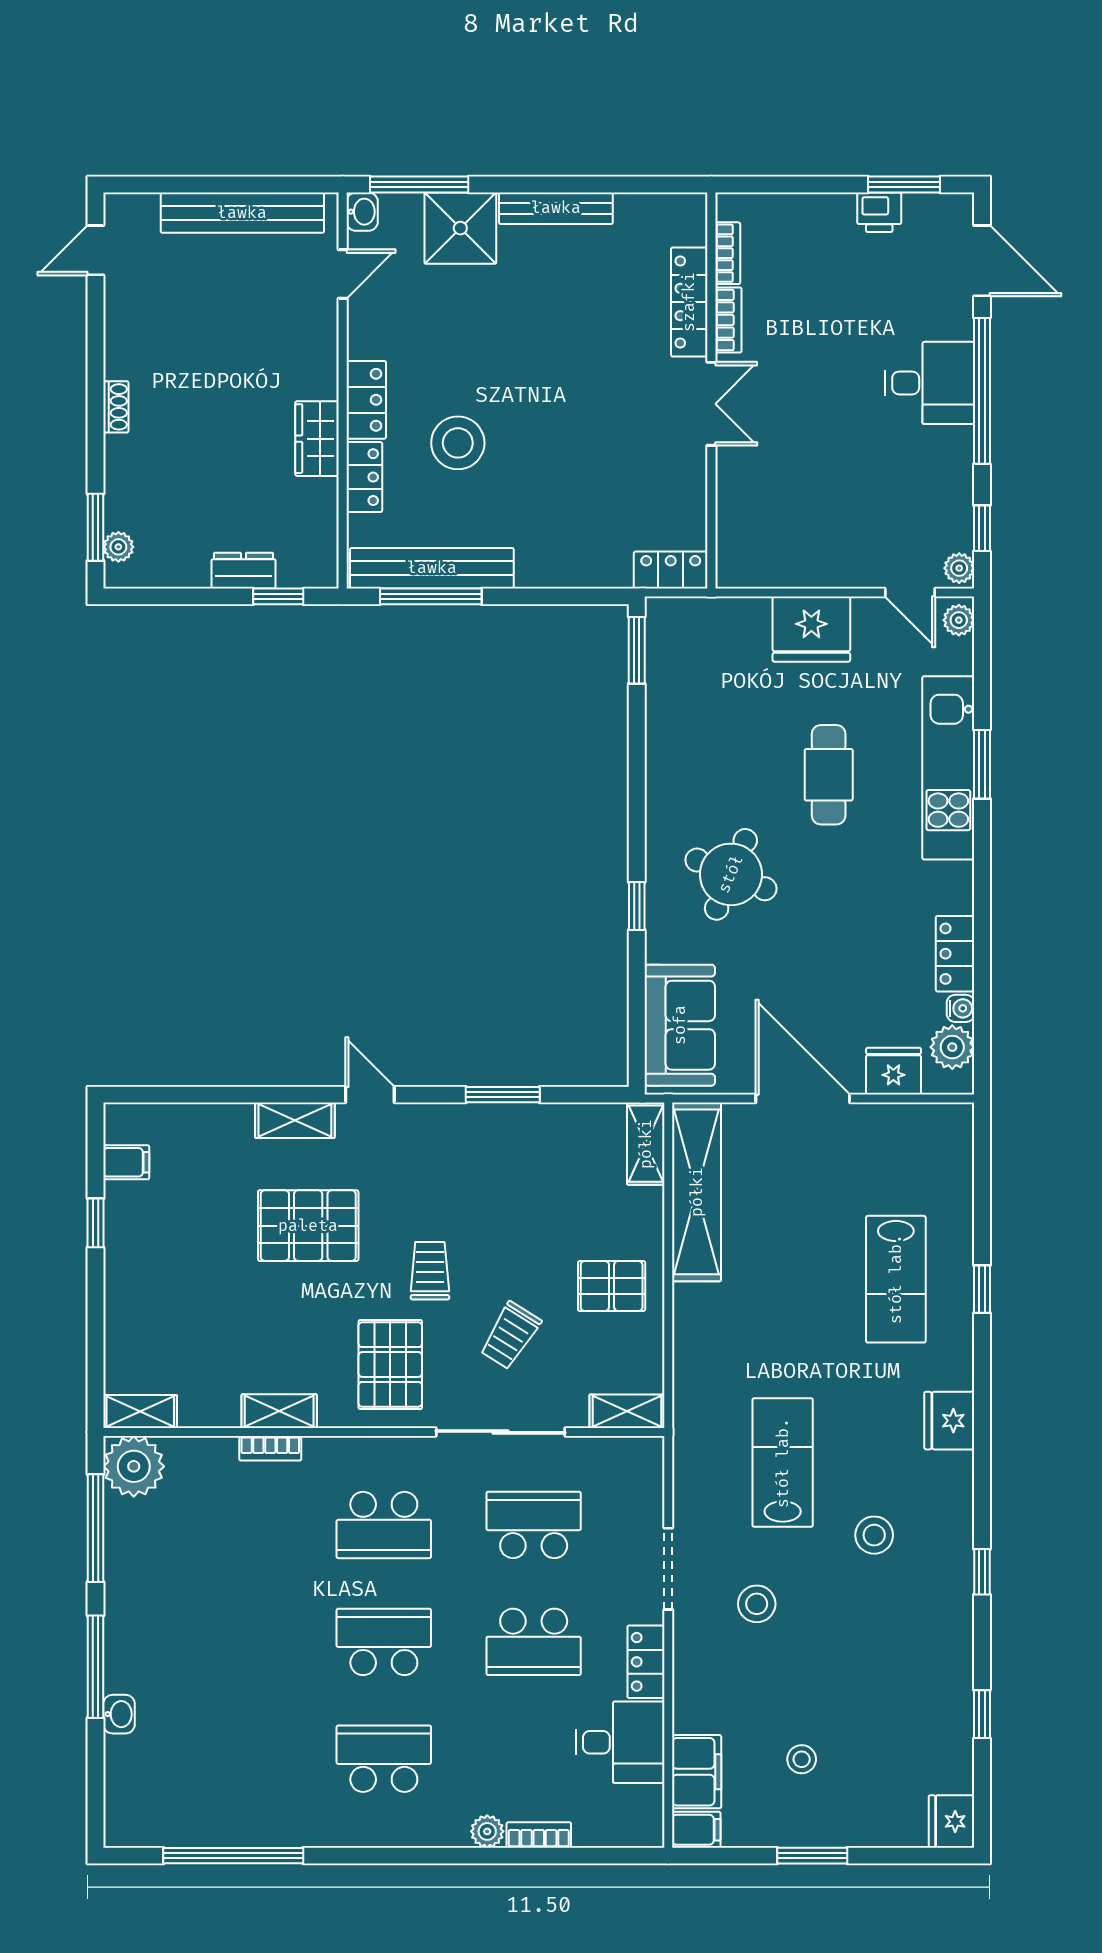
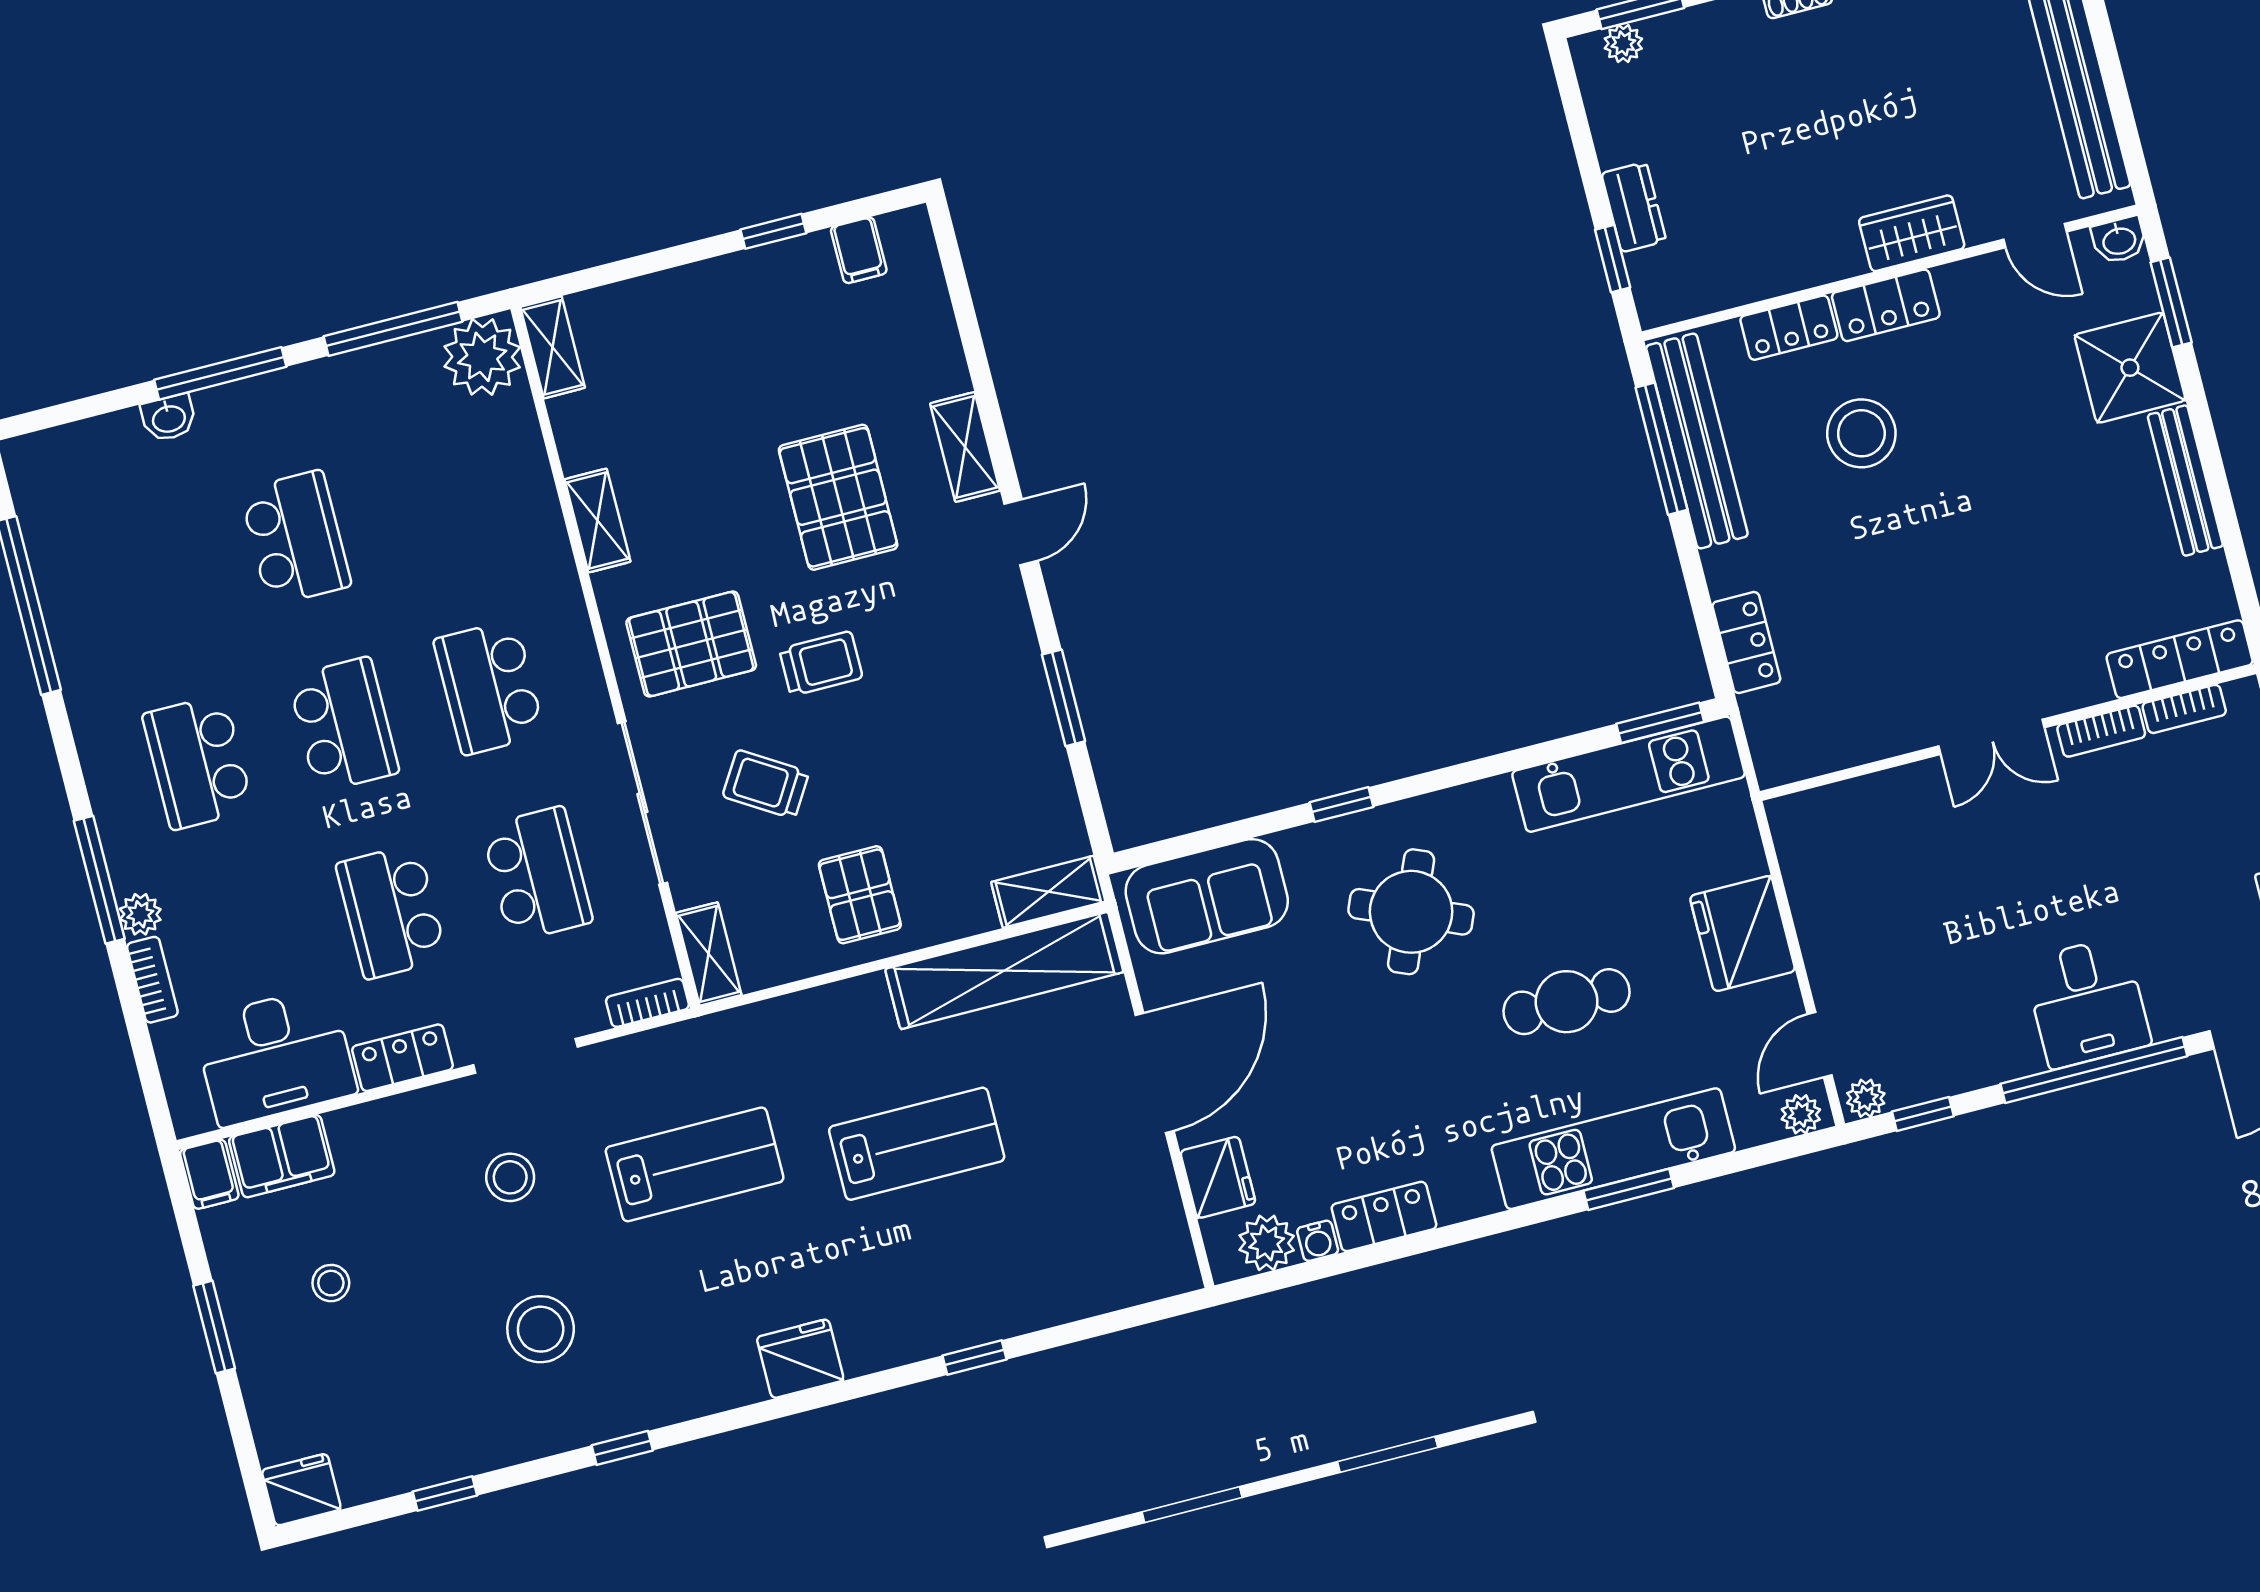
window: (419, 184) -> (2171, 302), width x0.69
locker: (689, 302) -> (2180, 659), moved
wardrobe: (317, 439) -> (1912, 233), moved
locker: (671, 570) -> (1746, 642), moved
kitchen unit: (669, 684) -> (1629, 774), added
lab bench: (896, 1279) -> (917, 1144), moved, turned 180
bookcase: (270, 1448) -> (647, 1003), moved, turned 90
stool: (874, 1535) -> (541, 1329), moved, width x1.38, depth x1.38
school desk: (234, 1642) -> (296, 538), added
desk: (620, 1742) -> (275, 1056), width x1.37
school desk: (384, 1759) -> (198, 762), turned 180
window: (453, 1856) -> (99, 880), added

